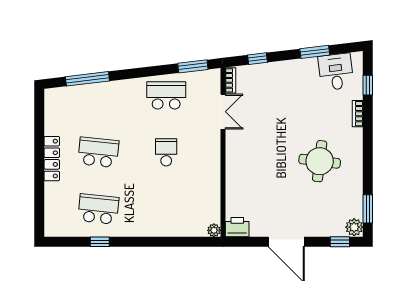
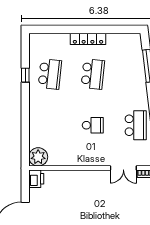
plant: (214, 230) -> (38, 157), width x1.88, depth x1.88

